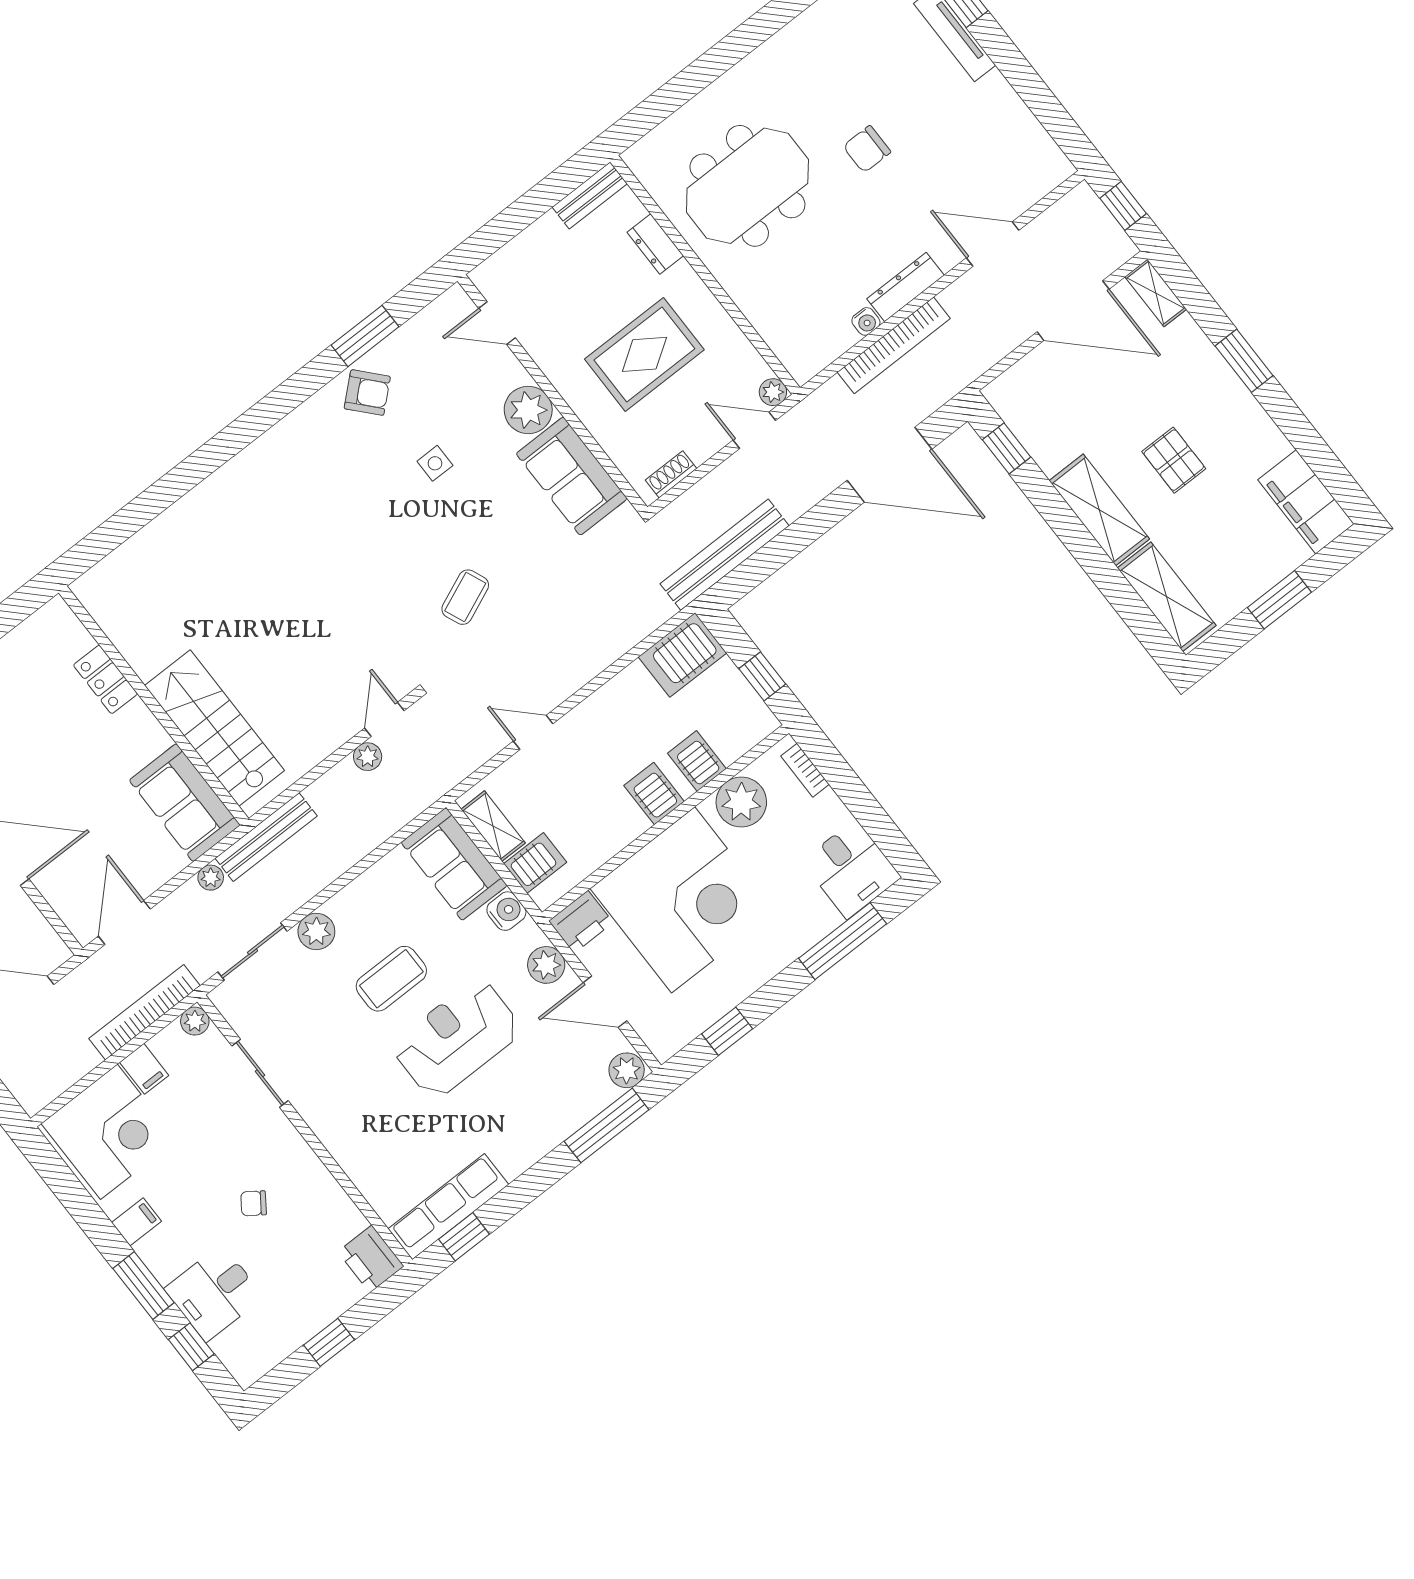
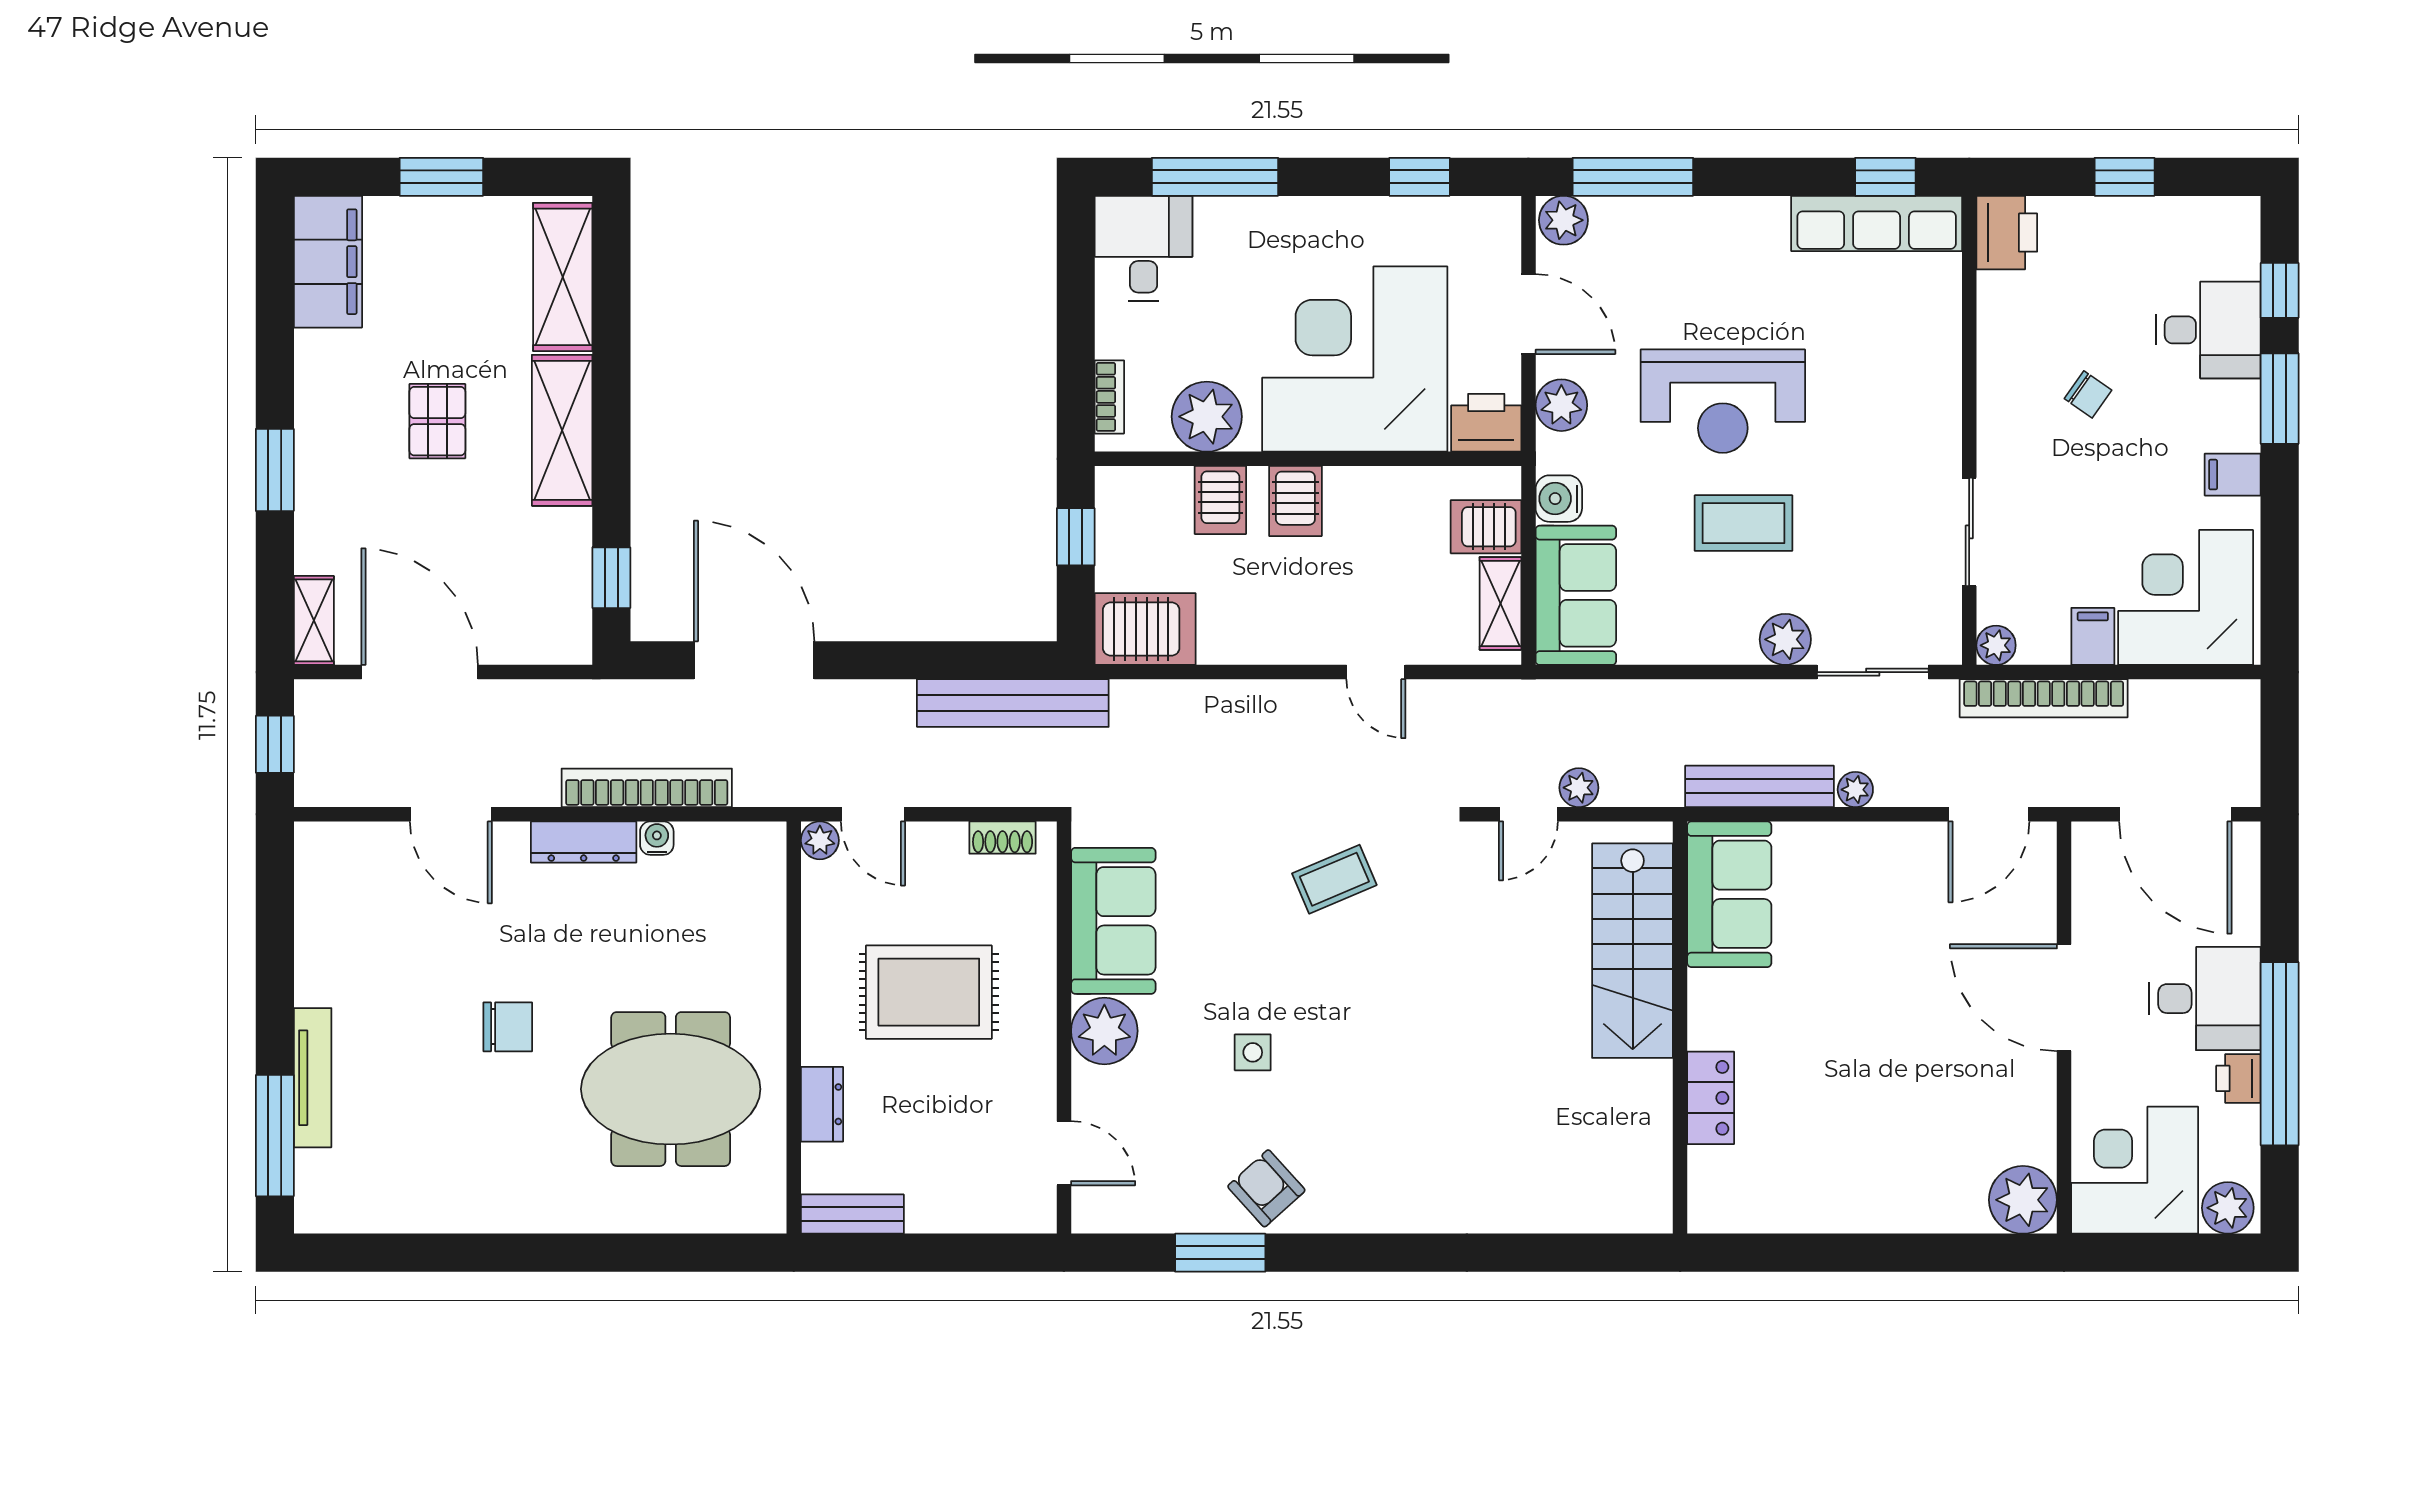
locker: (105, 679) -> (1711, 1098), moved
wall: (154, 706) -> (1680, 1028), moved
stairs: (214, 728) -> (1633, 951), moved
sofa: (185, 803) -> (1729, 894), moved

